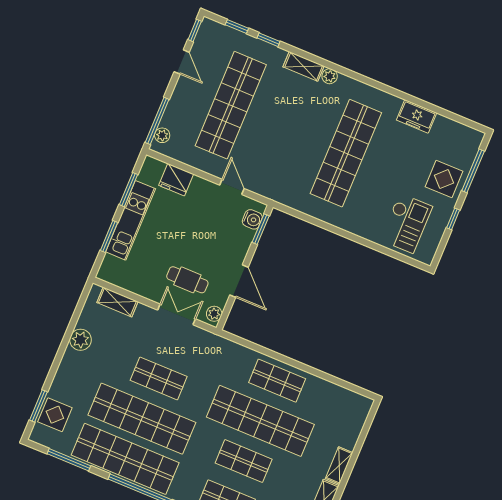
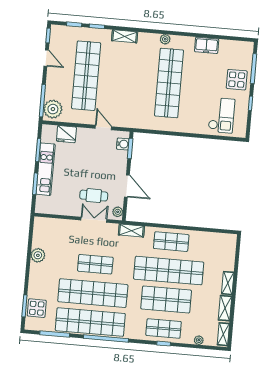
plant: (330, 76) -> (165, 39), moved
plant: (162, 135) -> (53, 109), width x1.88, depth x1.88
shelving: (117, 302) -> (131, 231), moved
shop shelf: (244, 461) -> (166, 300), width x1.43, depth x1.36

